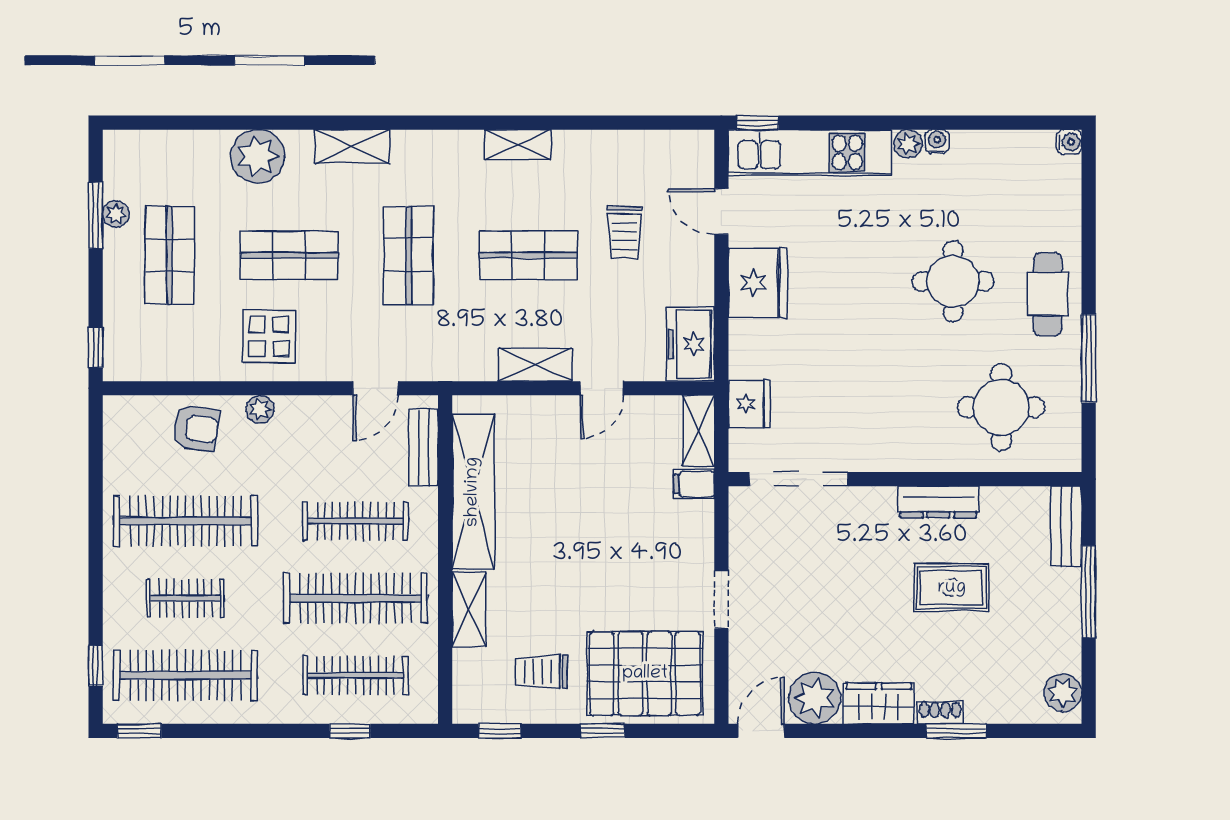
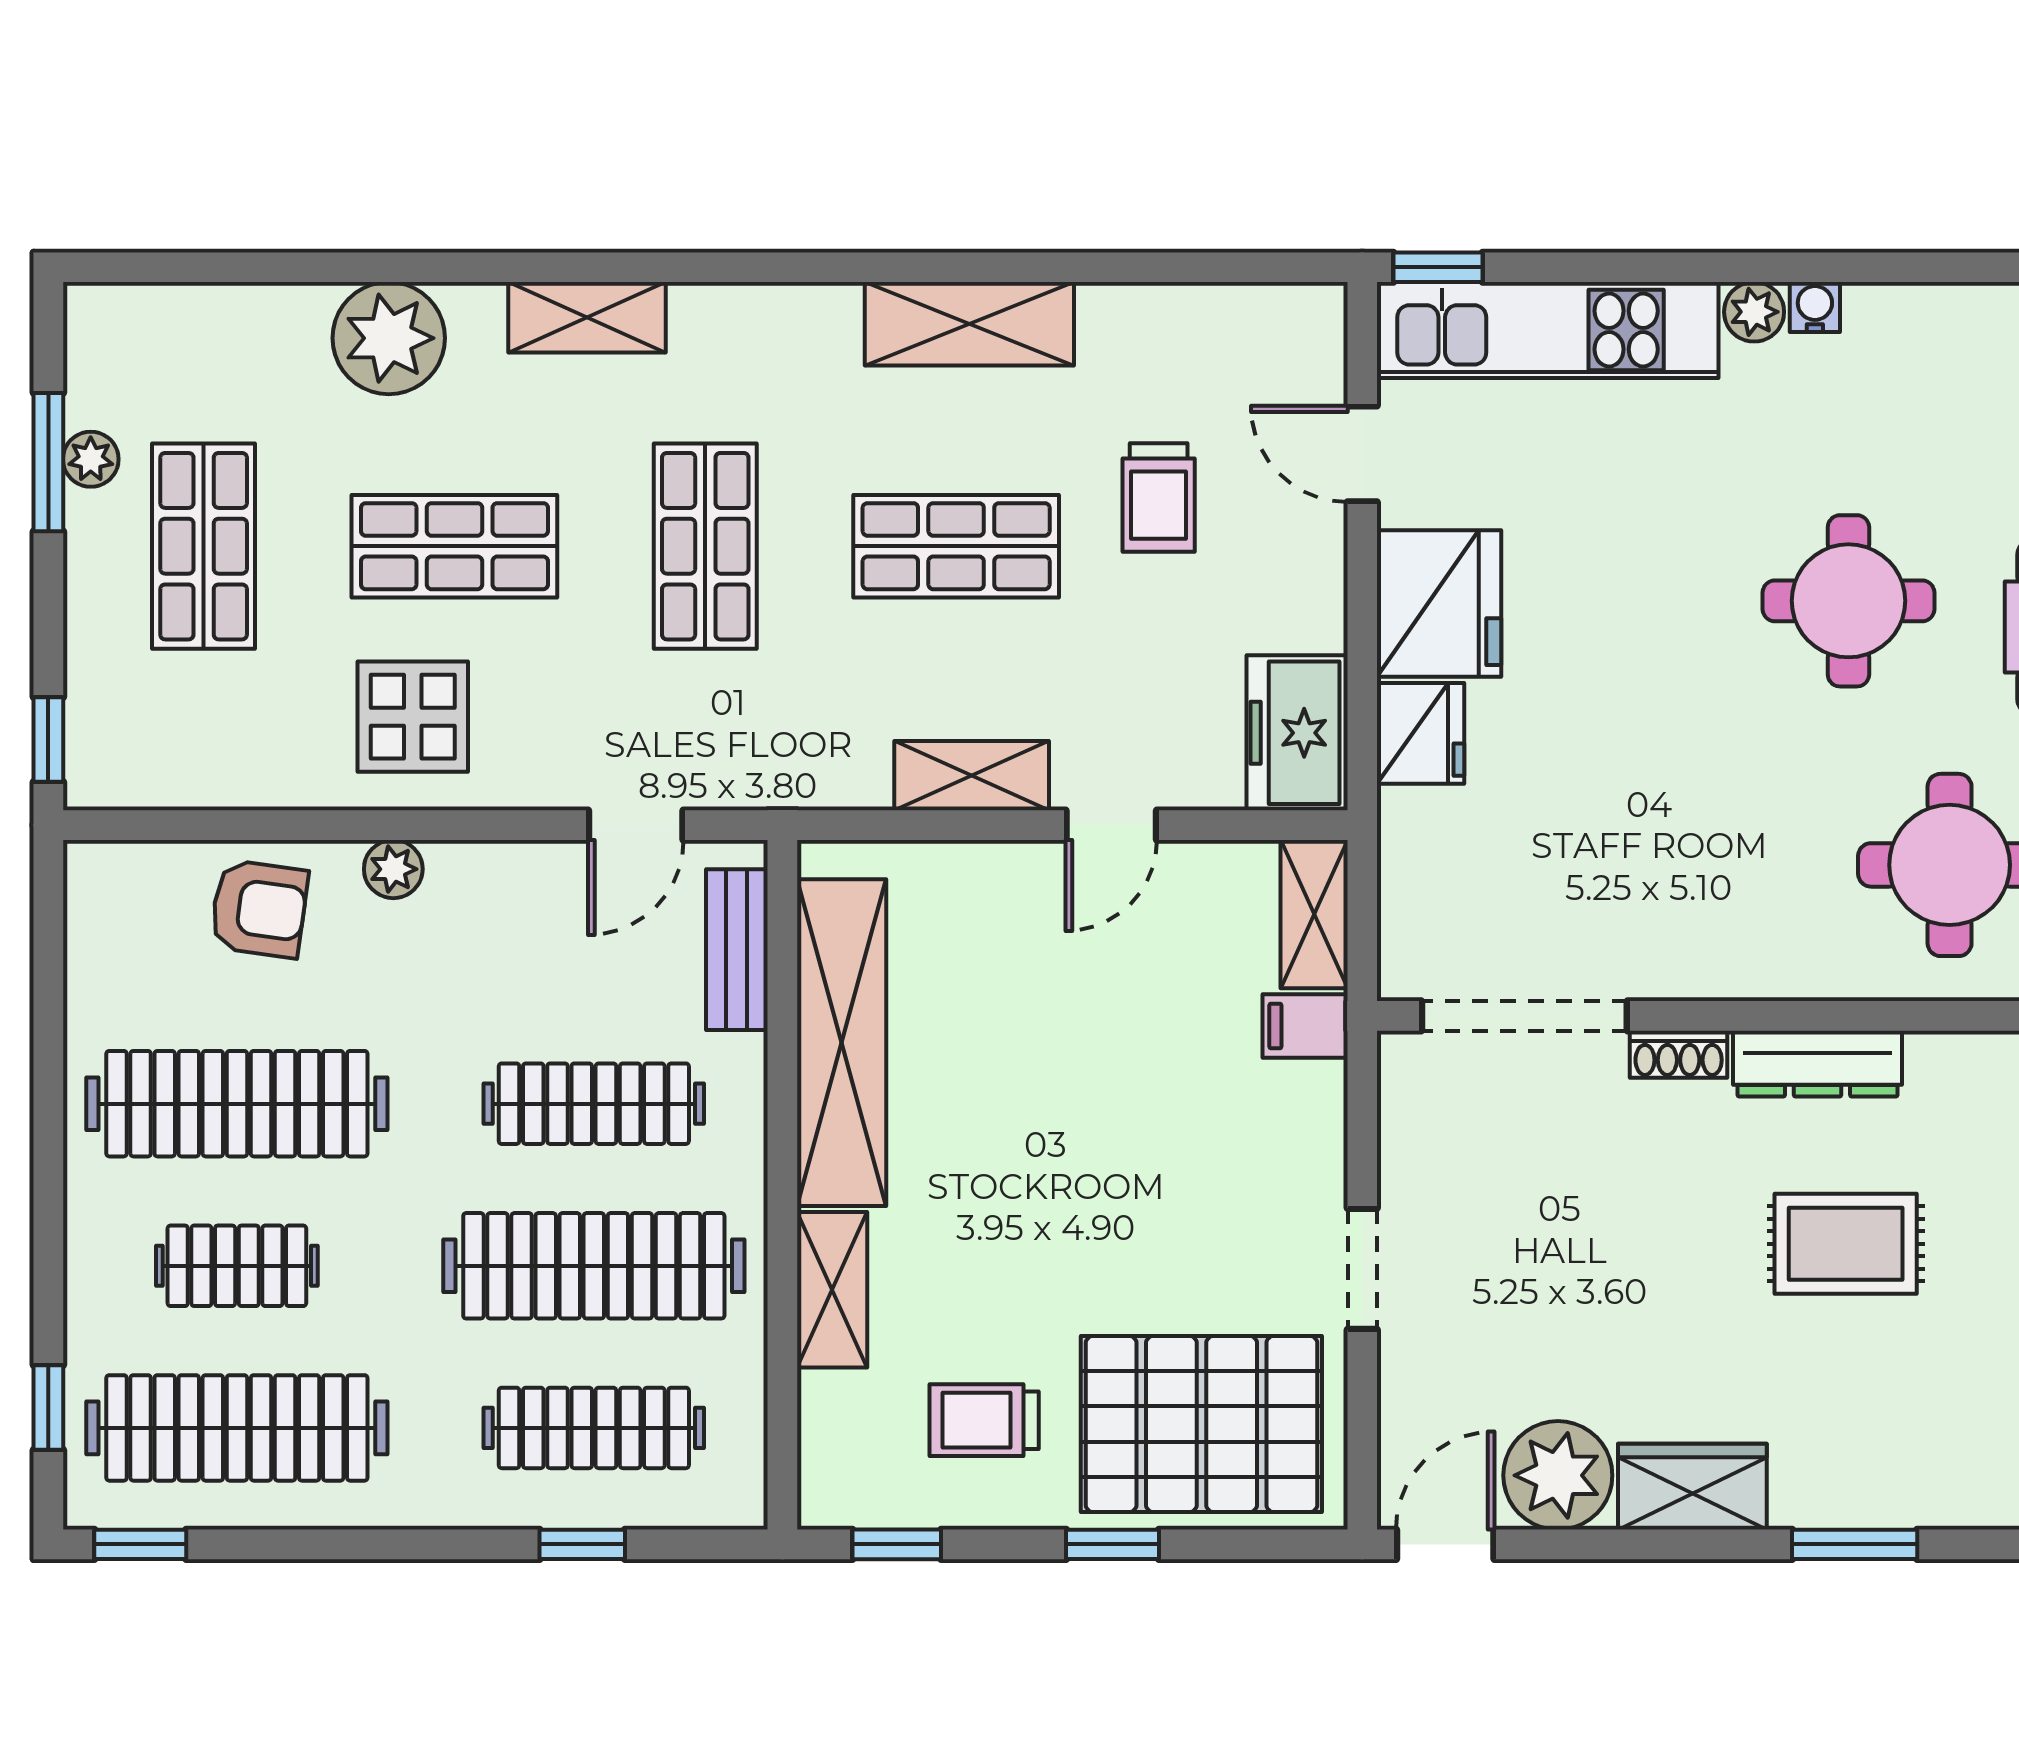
shelving: (518, 144) -> (969, 324), width x1.50, depth x1.33
fridge: (749, 404) -> (1420, 733), moved
shoe rack: (940, 713) -> (1679, 1054), moved, turned 180

